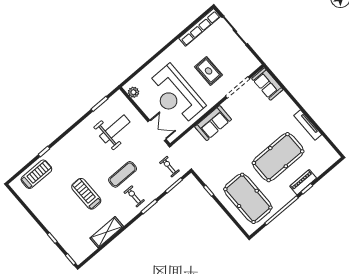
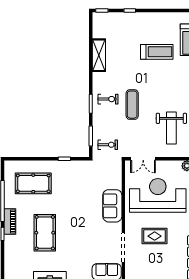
pool table: (278, 157) -> (45, 233), width x0.73, depth x0.76
piano: (303, 182) -> (10, 221), moved
treadmill: (86, 194) -> (157, 52), moved
pool table: (248, 198) -> (33, 183), width x0.73, depth x0.76

